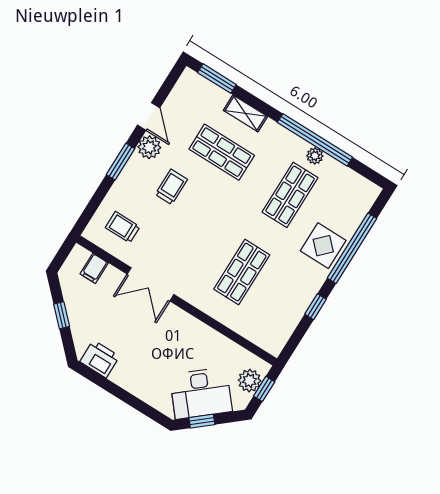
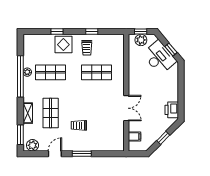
plant: (149, 147) -> (32, 145), moved
trolley: (123, 227) -> (87, 48), moved
window: (352, 248) -> (57, 32), width x0.32

